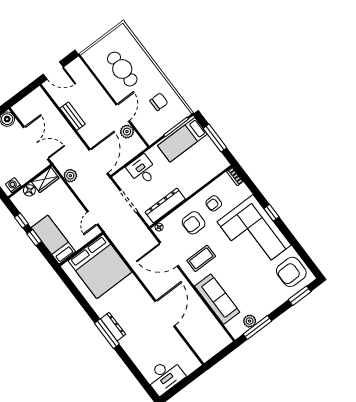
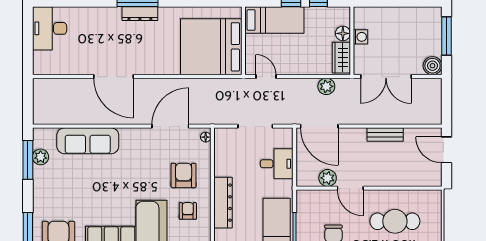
door: (53, 71) -> (446, 150), hinge flipped
washing machine: (13, 185) -> (361, 37), moved
dresser: (165, 206) -> (223, 203), moved
coffee table: (201, 258) -> (142, 156), removed

